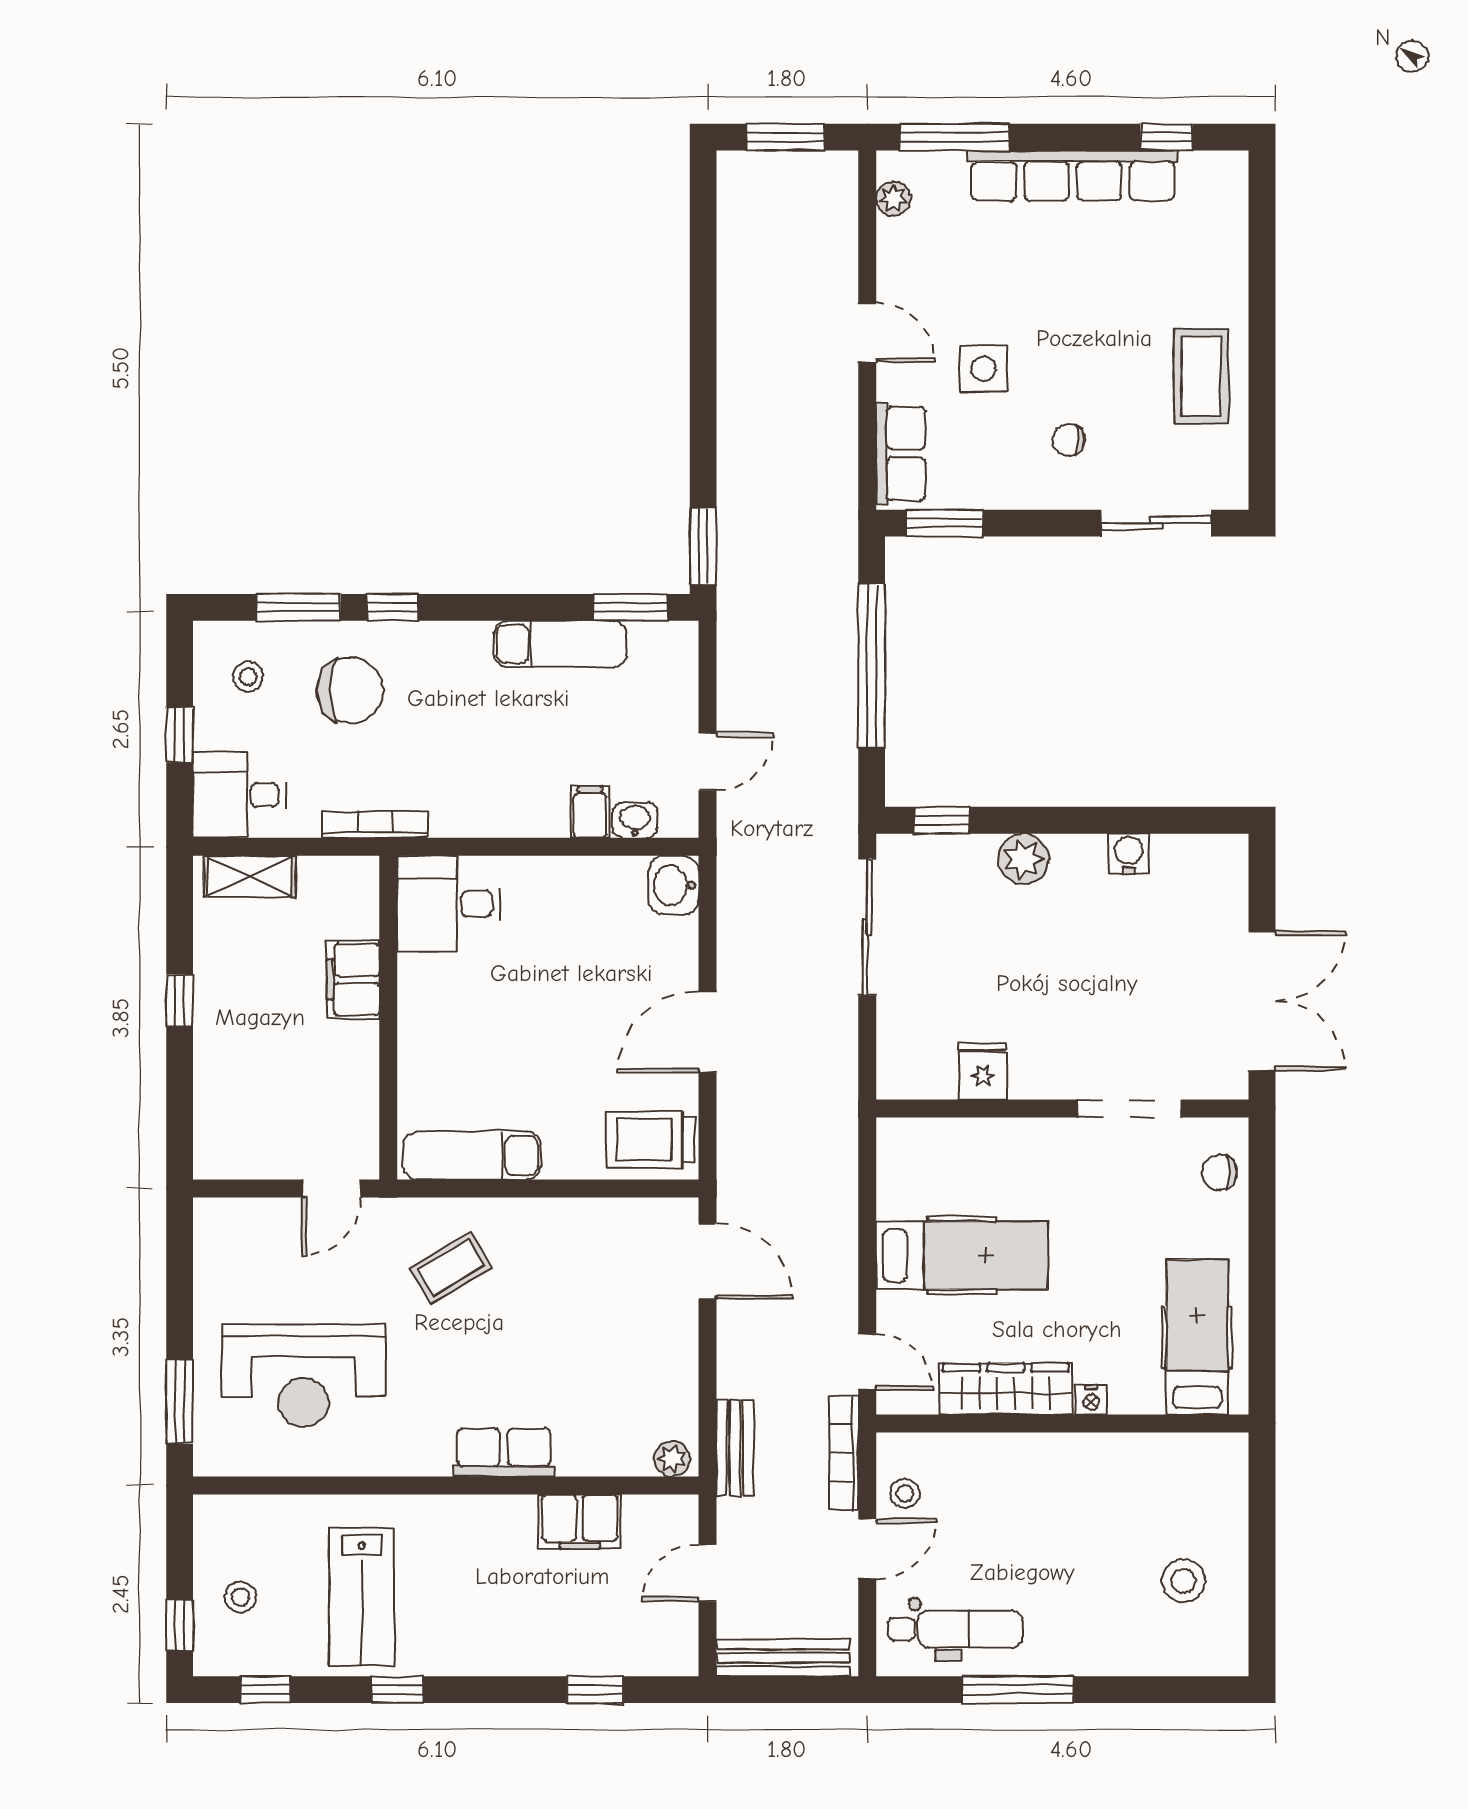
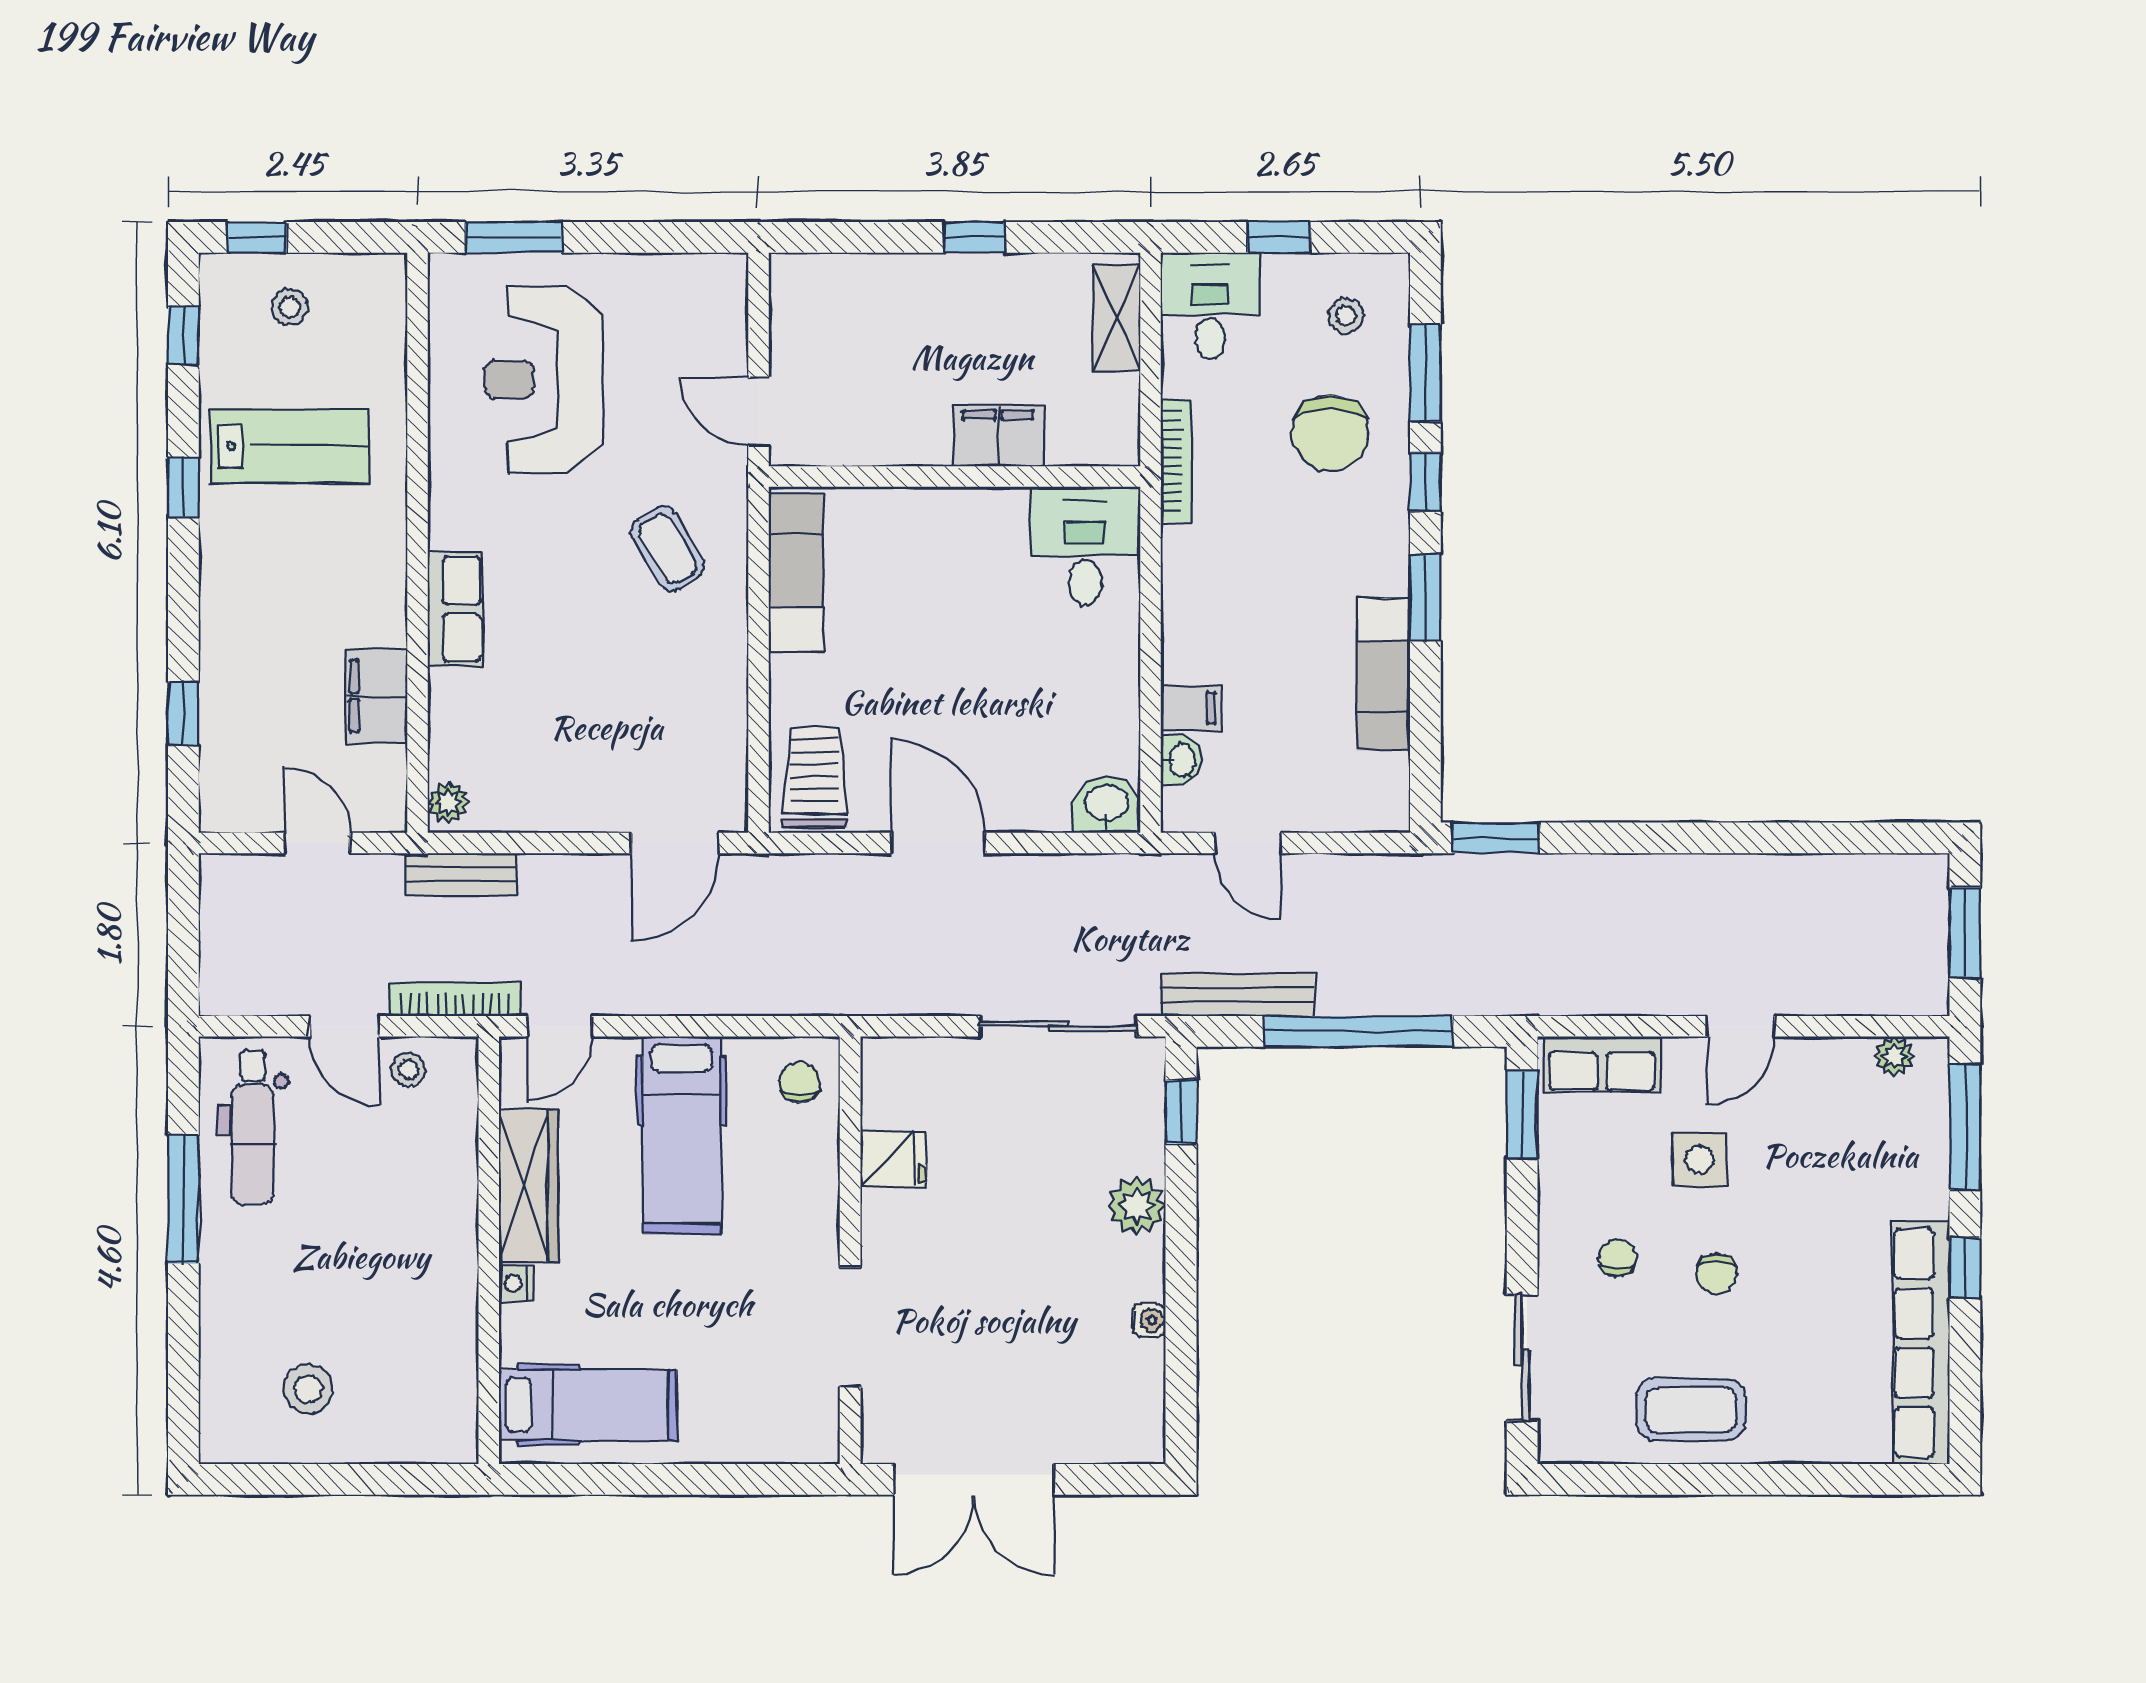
window: (1167, 137) -> (1965, 1268), moved
row of seats: (1073, 175) -> (1921, 1343), moved
chair: (1083, 353) -> (1717, 1274), added
window: (631, 607) -> (1425, 597), moved
water cooler: (1129, 854) -> (1149, 1320), width x0.72, depth x0.72
chair: (1219, 1172) -> (799, 1083), moved
lab bench: (362, 1597) -> (290, 446), turned 180
bench: (783, 1658) -> (1237, 995), moved, turned 90

